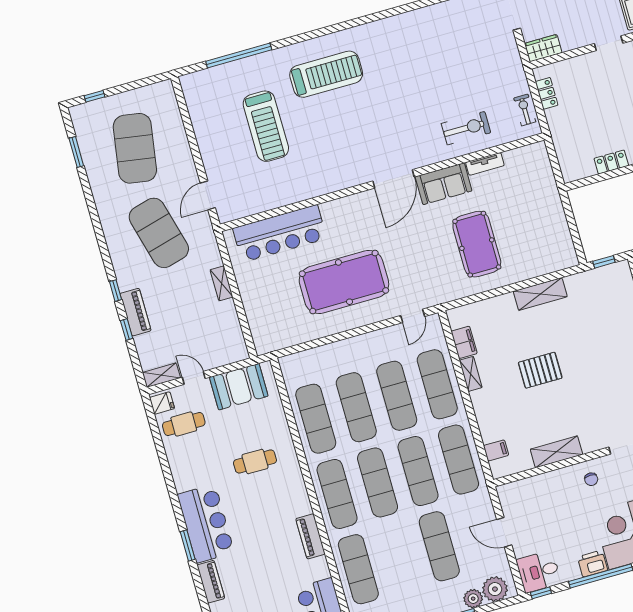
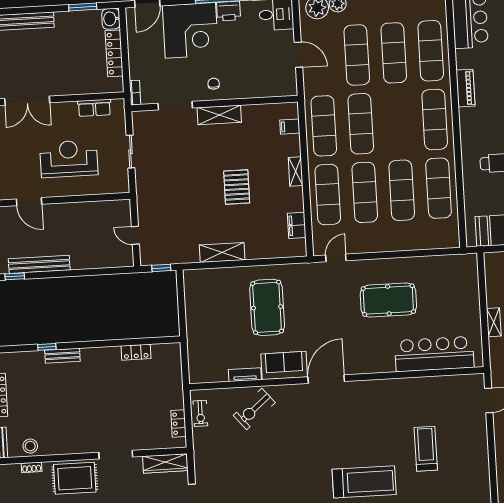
doorway: (609, 43) -> (116, 455), width x1.38
wardrobe: (543, 48) -> (165, 463), width x1.50
treadmill: (326, 74) -> (364, 482), turned 180
treadmill: (266, 126) -> (426, 449), width x0.73, depth x0.73
exercise bike: (466, 128) -> (254, 409), turned -40
pool table: (344, 282) -> (388, 300), width x0.73, depth x0.76
pallet: (540, 370) -> (237, 187), turned 90
shelving: (471, 374) -> (296, 171), moved
shelving: (556, 452) -> (219, 115), moved
exercise mat: (378, 482) -> (394, 53), moved

